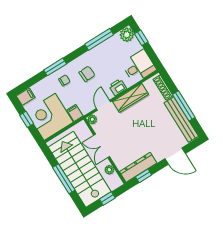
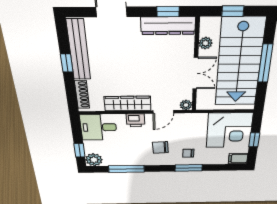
window: (184, 106) -> (67, 63), width x0.46
filing cabinet: (75, 113) -> (200, 120), removed

